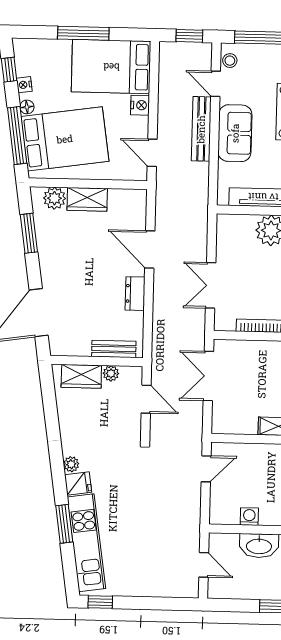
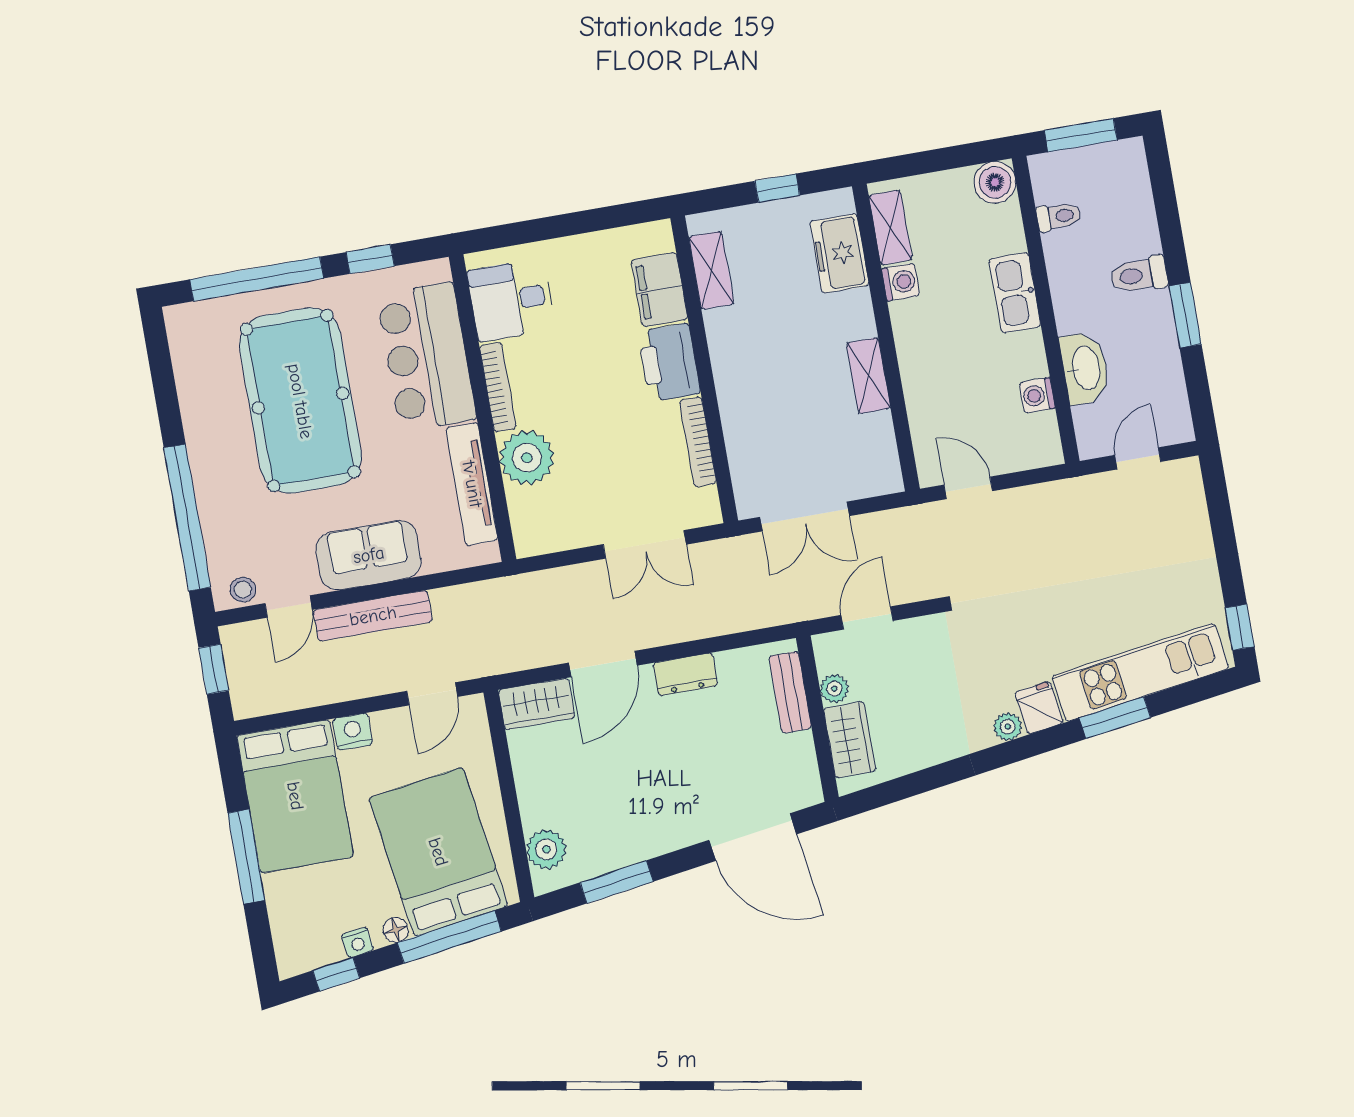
wardrobe: (87, 199) -> (537, 704), moved, turned 90

